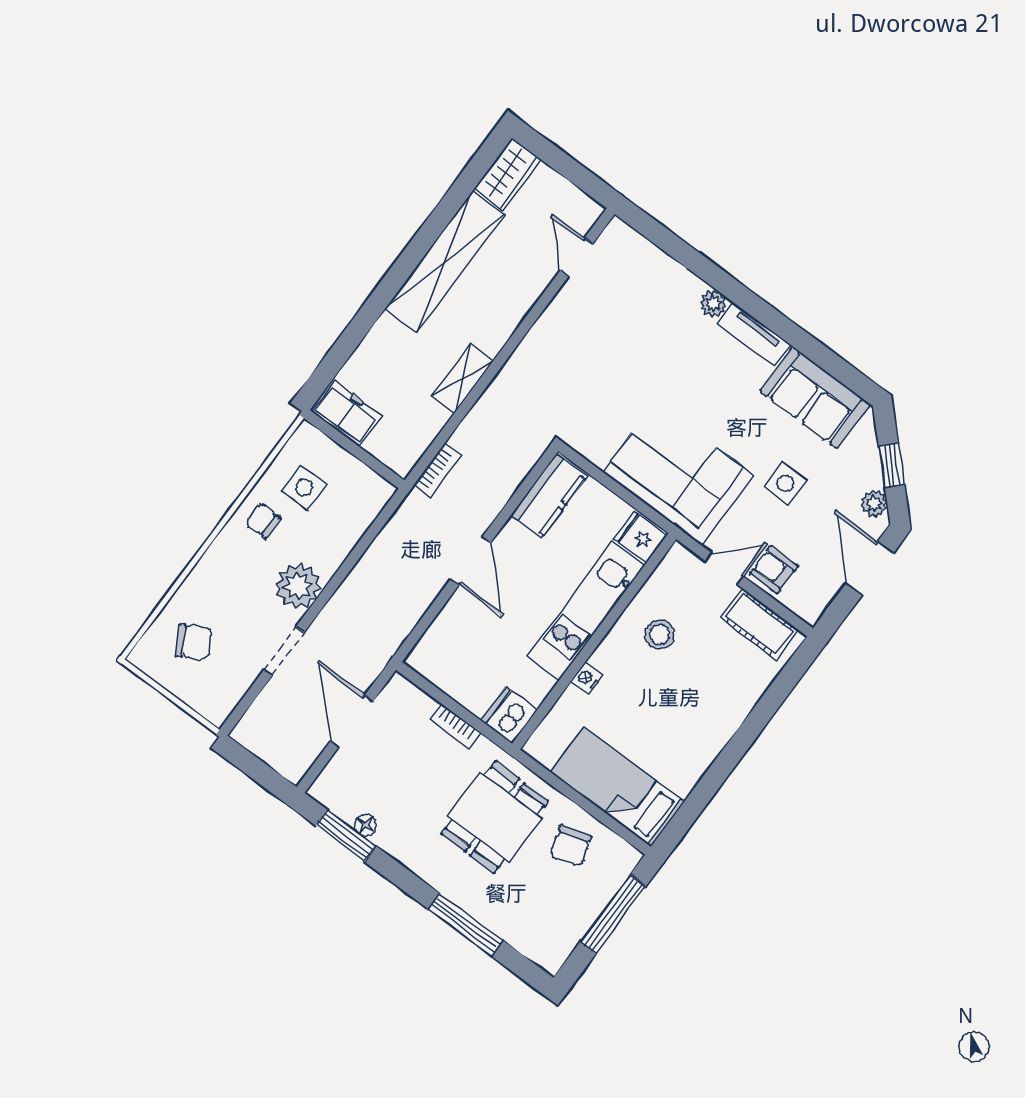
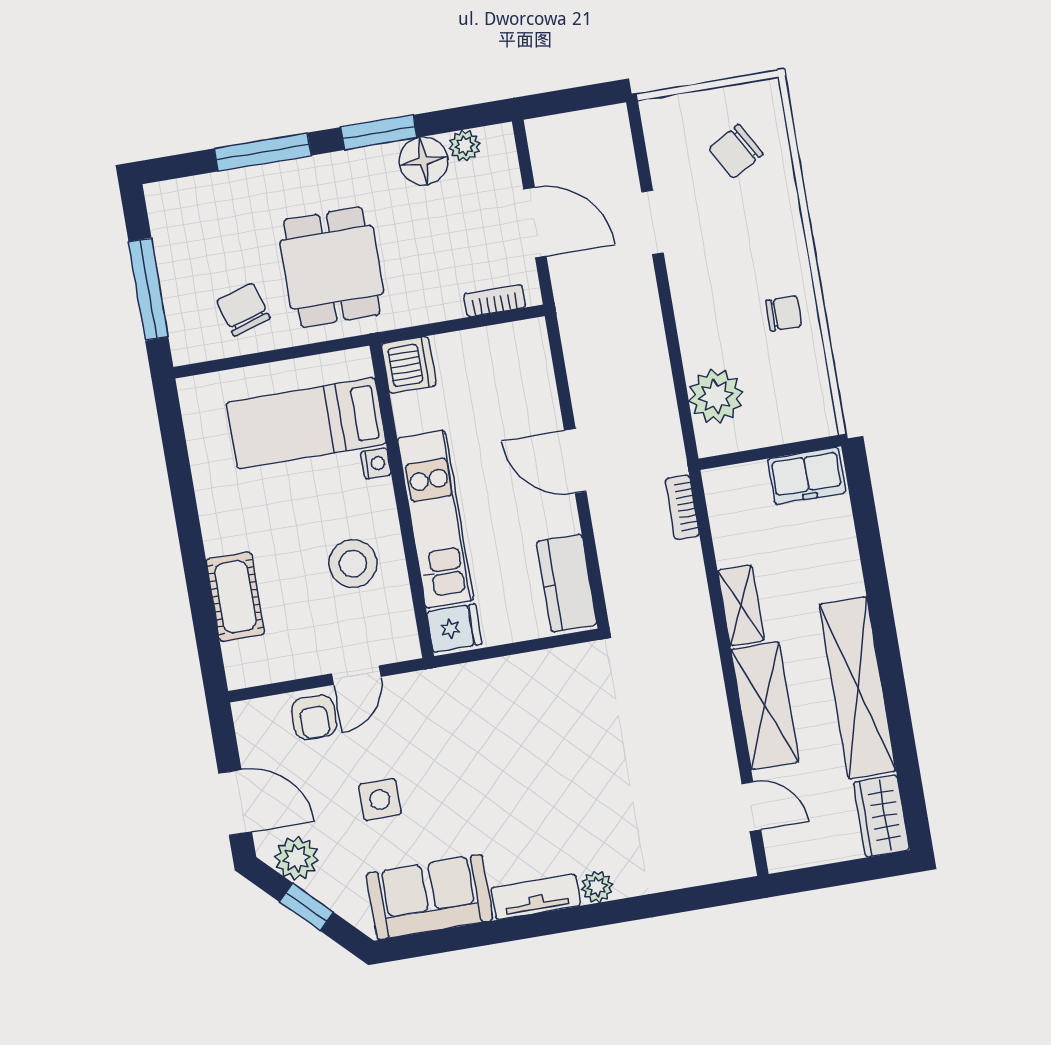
shelving: (508, 307) -> (765, 706), added
corner sofa: (678, 474) -> (478, 714), removed
side table: (304, 488) -> (778, 377), removed
plant: (874, 504) -> (296, 858), width x1.38, depth x1.38
armchair: (774, 570) -> (314, 717), turned 90
plant: (298, 586) -> (716, 396), moved
cot: (759, 624) -> (235, 597), moved, turned 90
stool: (660, 635) -> (353, 564), width x1.38, depth x1.38
bookcase: (455, 726) -> (494, 301), moved
bed: (617, 787) -> (306, 423), moved, turned 180
plant: (346, 808) -> (465, 146), added
floor lamp: (365, 825) -> (424, 161), width x1.89, depth x1.89
window: (346, 836) -> (379, 132), moved

